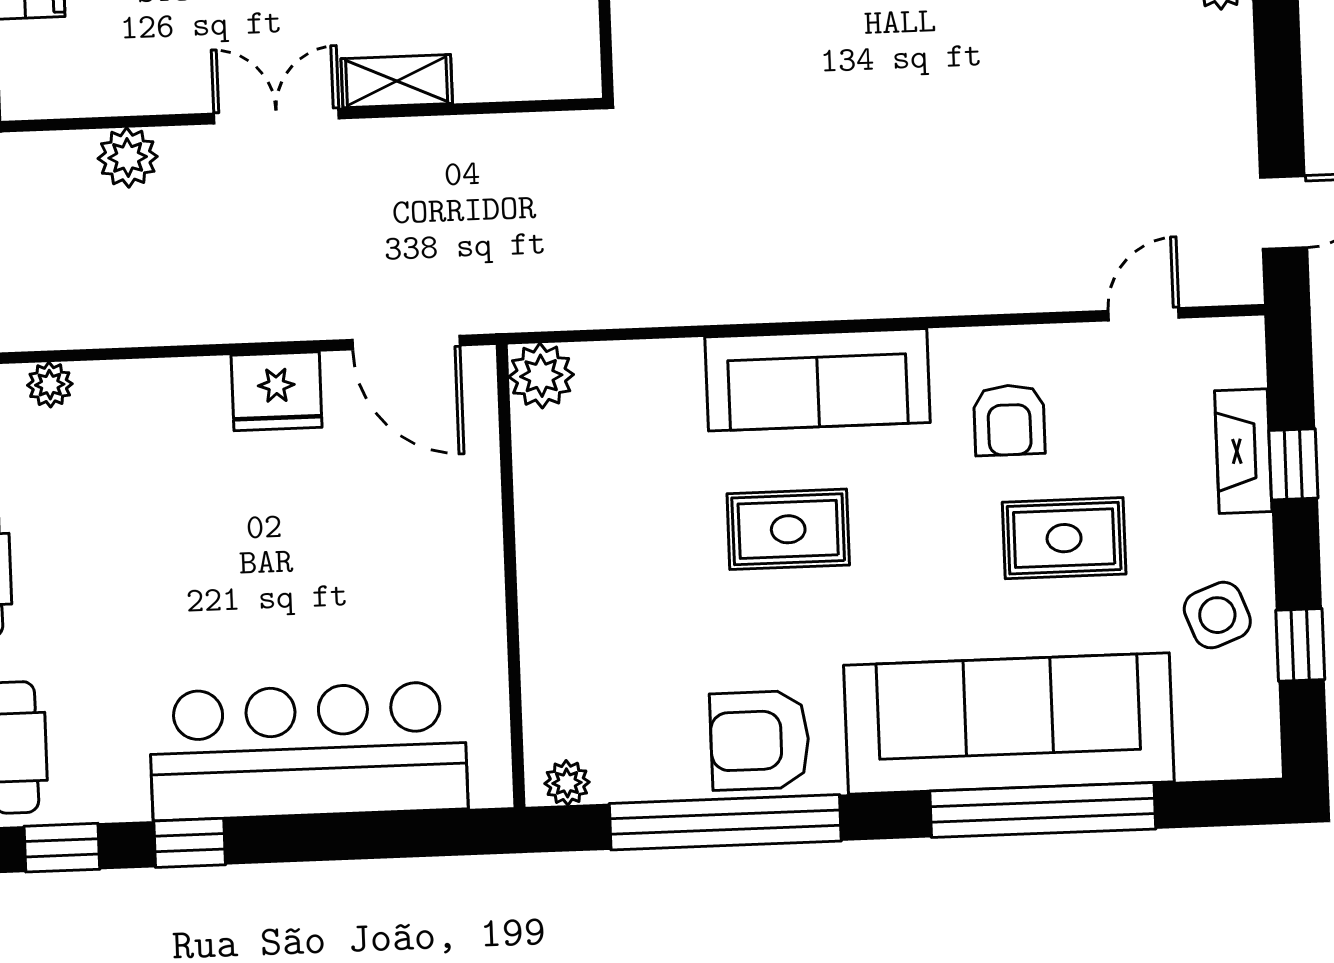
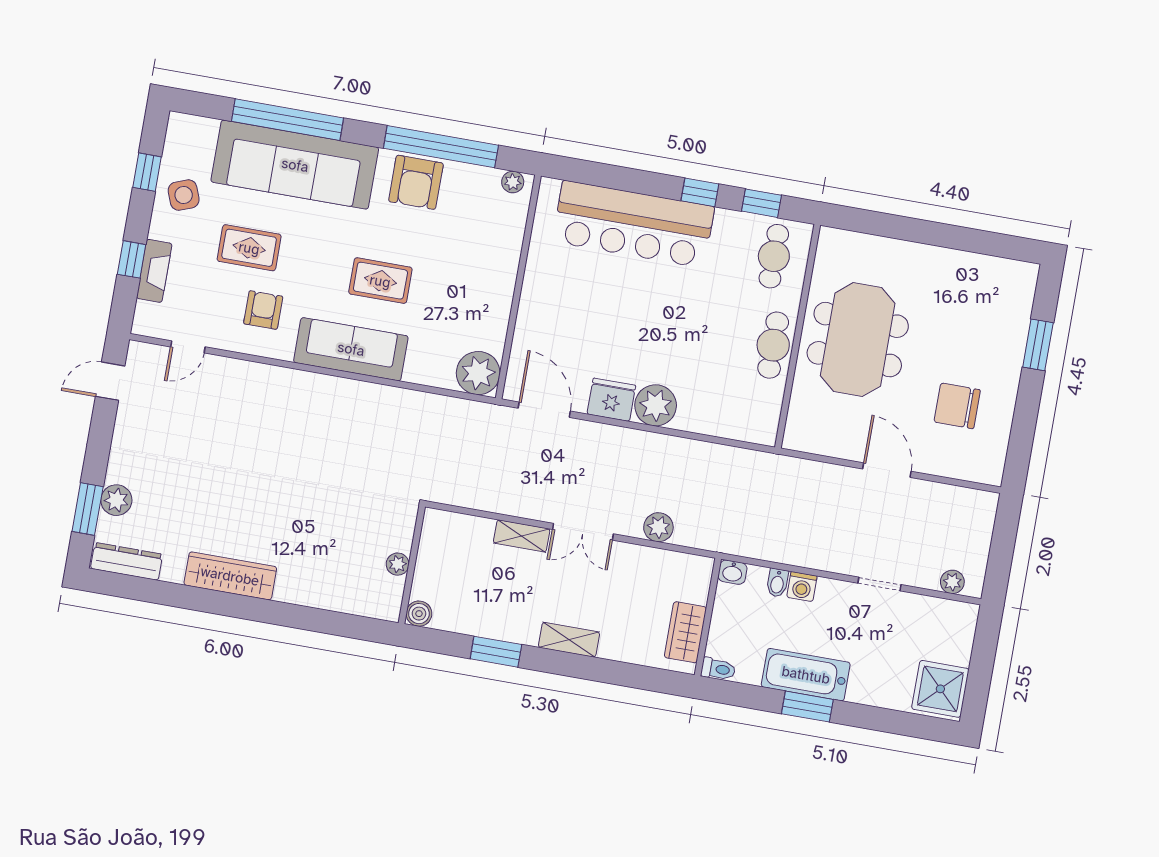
plant: (541, 376) -> (478, 373), width x1.36, depth x1.36
plant: (50, 385) -> (656, 405), moved, width x1.87, depth x1.87
armchair: (760, 740) -> (416, 182), turned 90

